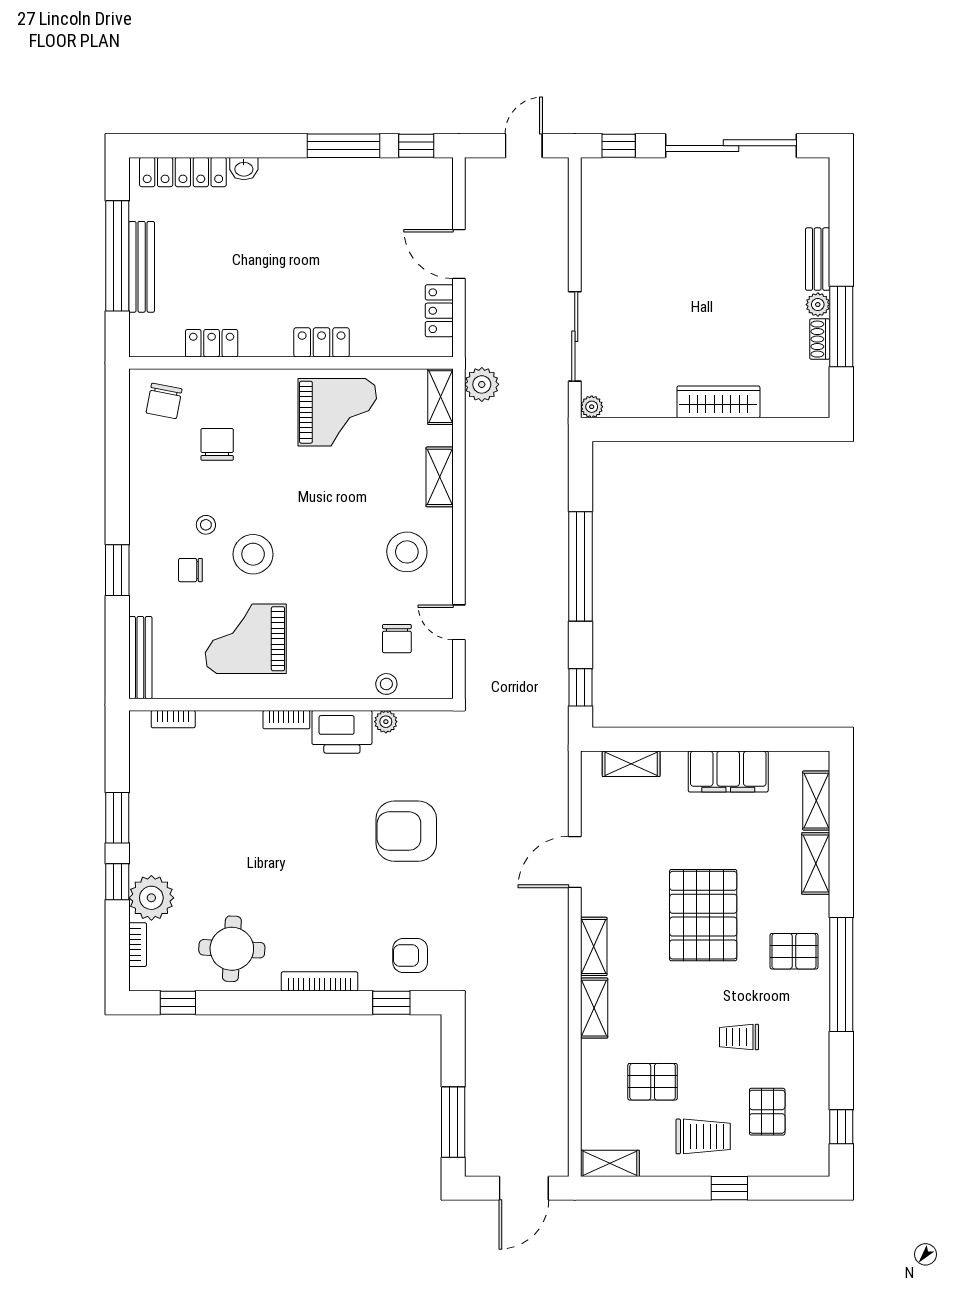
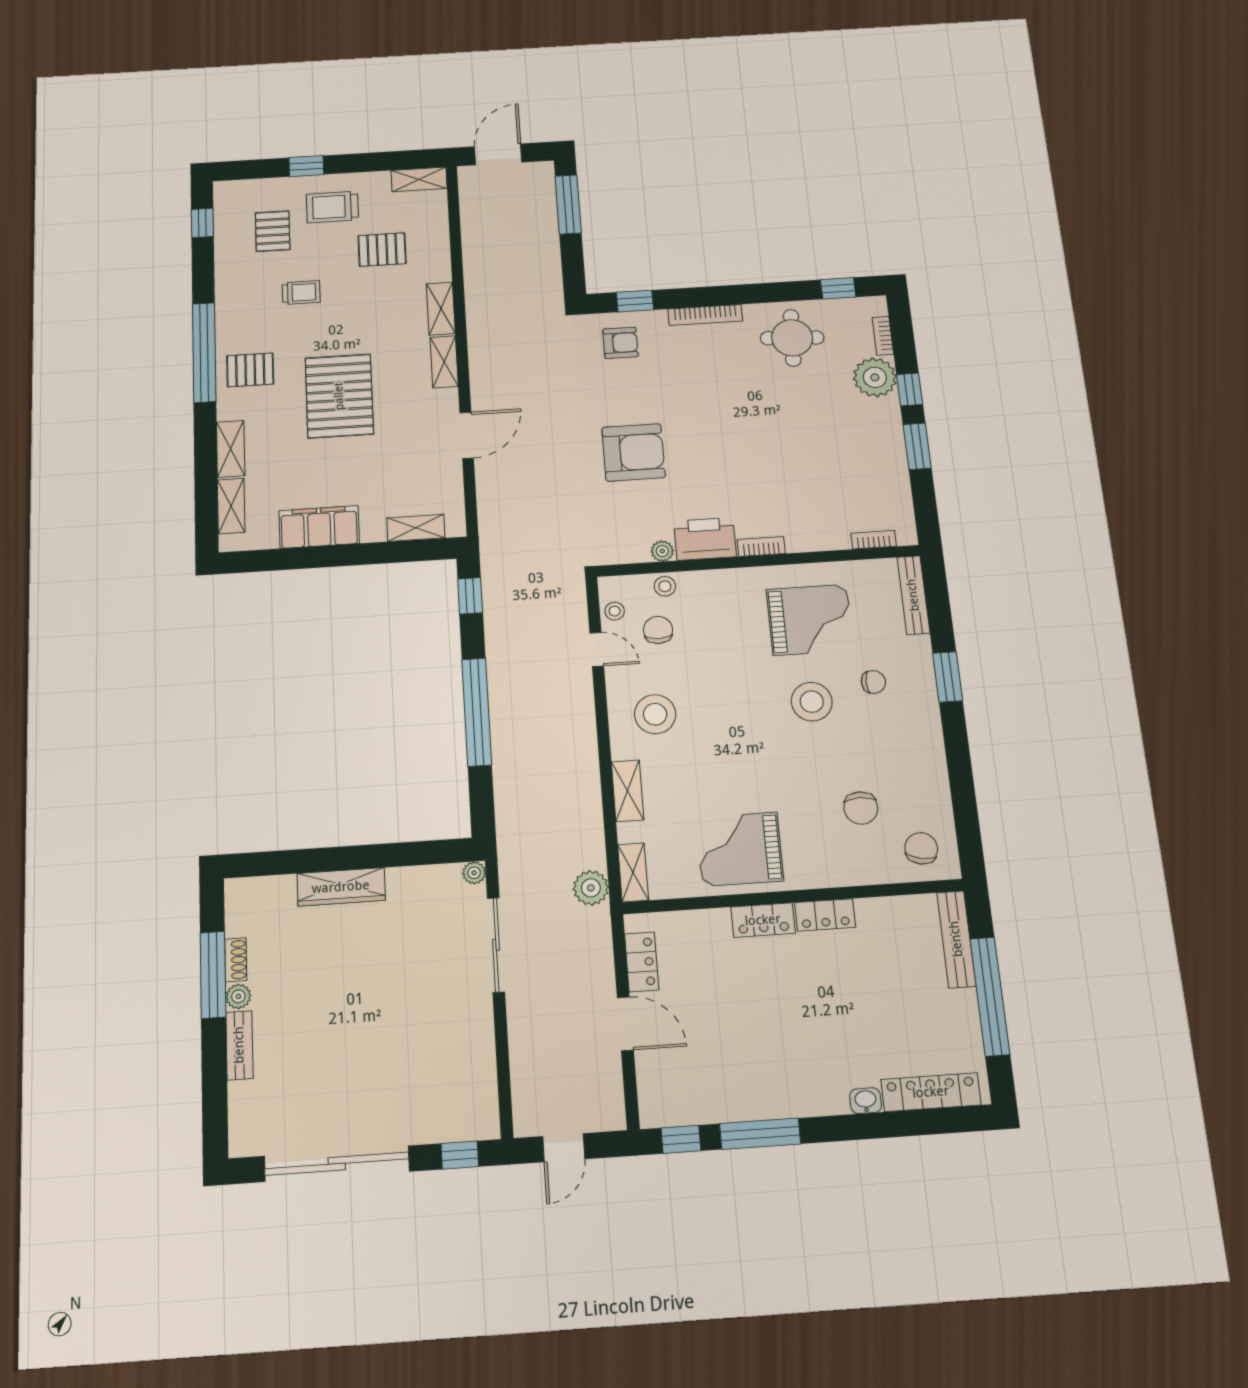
bench: (142, 267) -> (956, 939), moved
locker: (212, 343) -> (825, 915), moved
stool: (206, 525) -> (615, 611), moved

